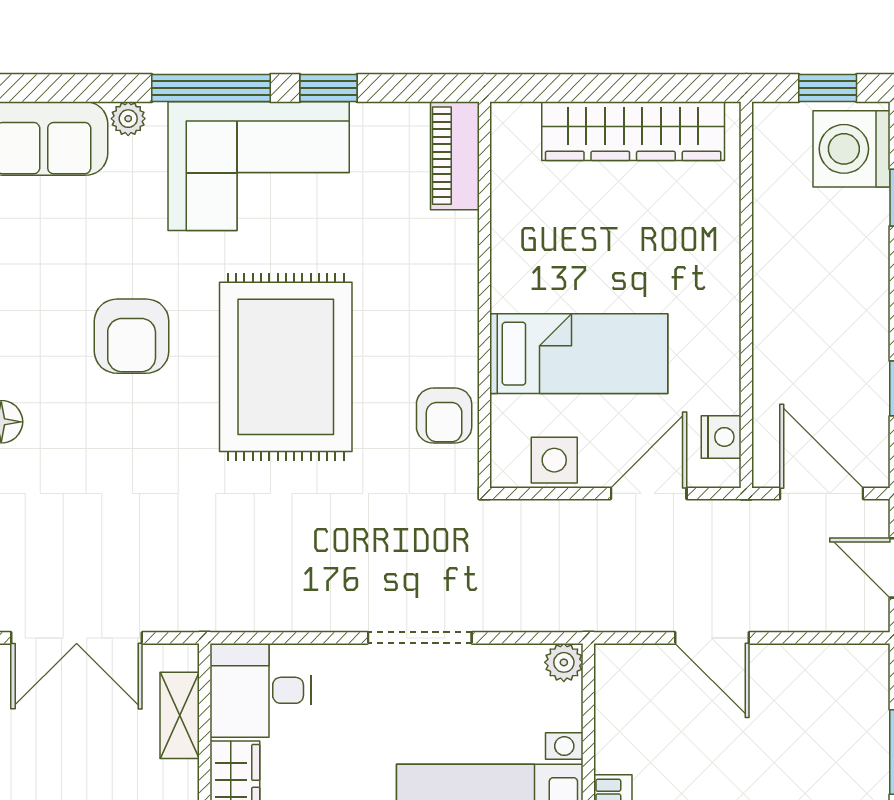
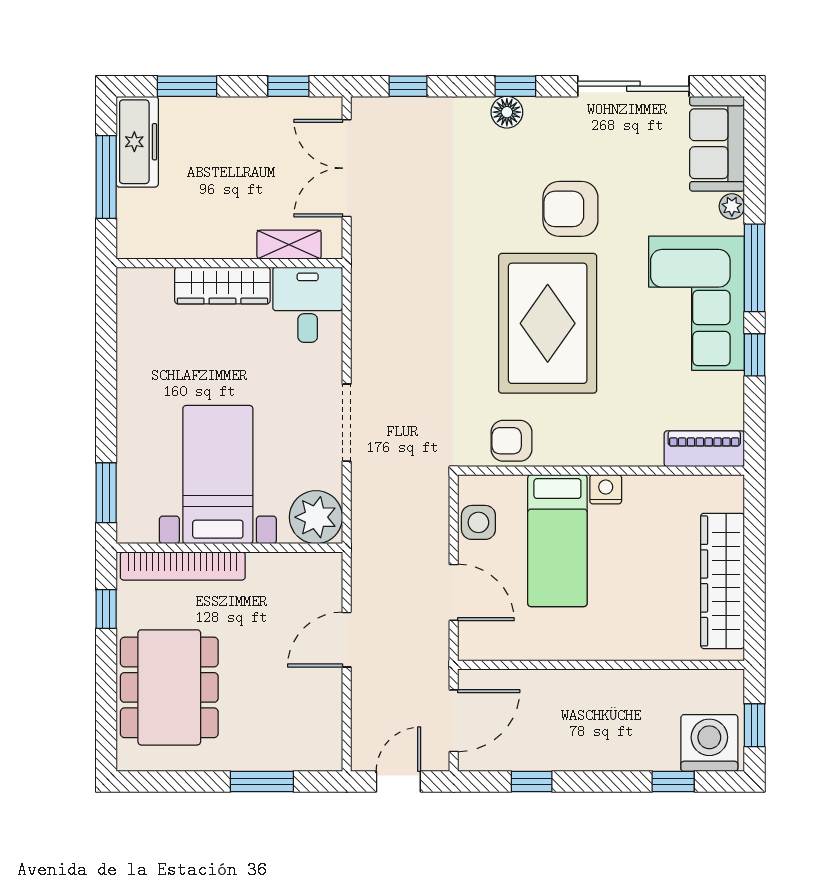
rug: (286, 367) -> (548, 323), turned 90
nightstand: (721, 437) -> (606, 489), moved, turned 180
plant: (564, 662) -> (316, 517), width x1.88, depth x1.88

